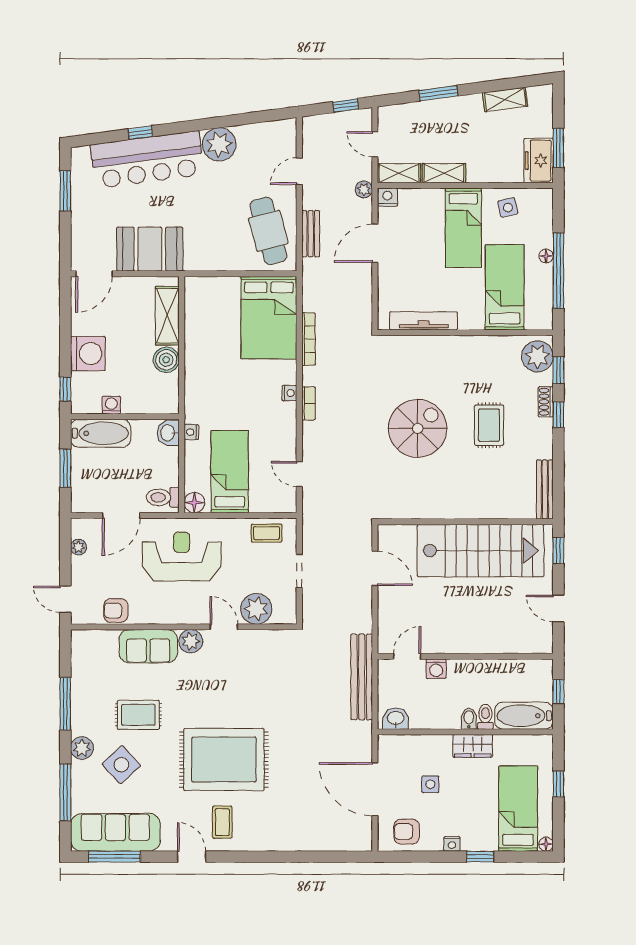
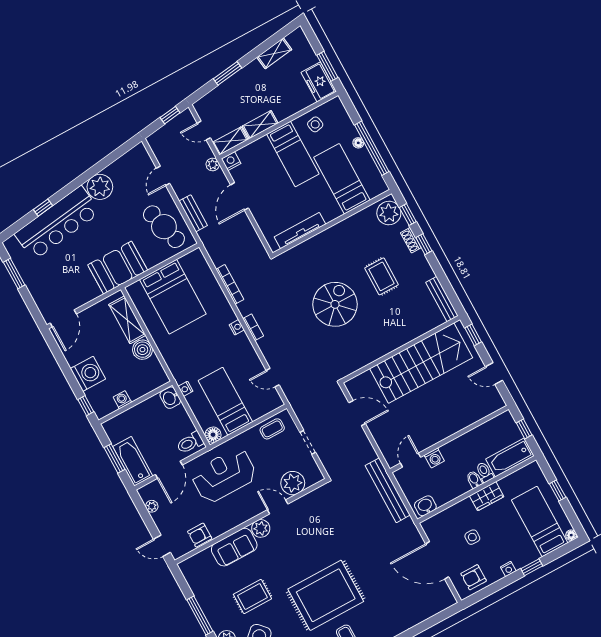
booth: (150, 249) -> (118, 268), moved
bed: (269, 318) -> (173, 297), moved
bathtub: (101, 433) -> (133, 461), moved, turned -90

